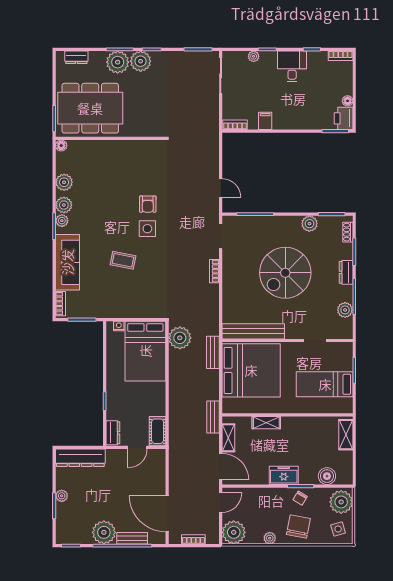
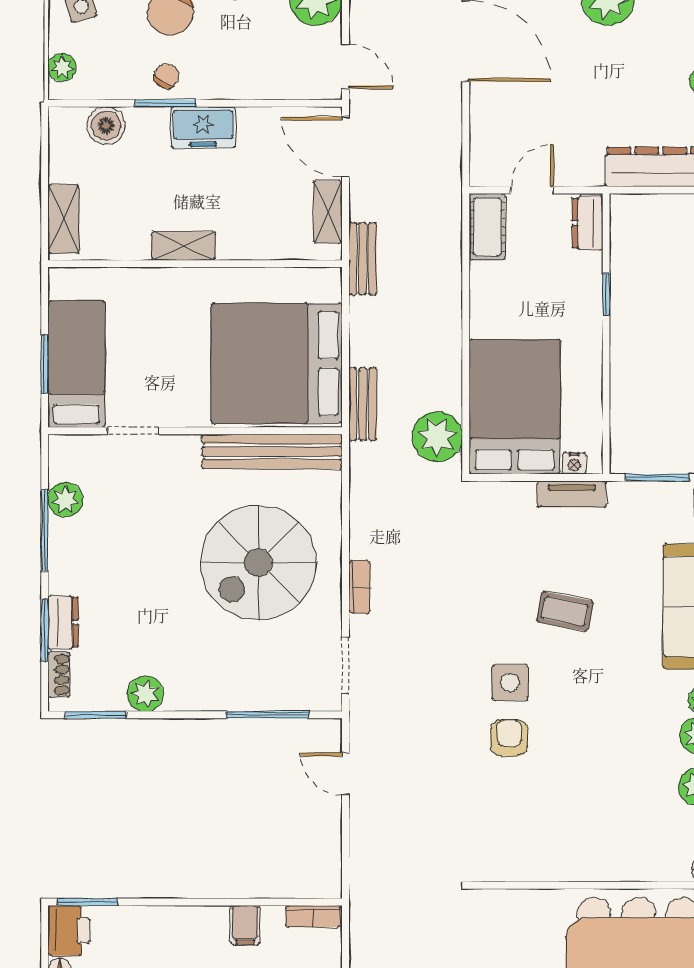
dresser: (346, 272) -> (63, 622), moved
spiral stairs: (285, 273) -> (258, 563), moved, turned 180
tv unit: (120, 312) -> (572, 494), added
bed: (325, 384) -> (77, 364), moved, turned -90
shelving: (266, 423) -> (183, 246), moved
door: (221, 502) -> (345, 66), swing flipped
plant: (341, 502) -> (62, 67), width x0.53, depth x0.53

